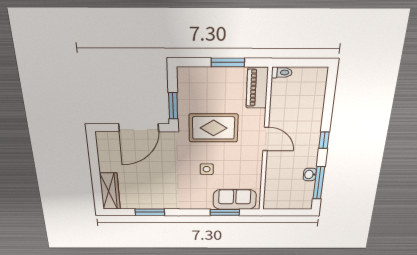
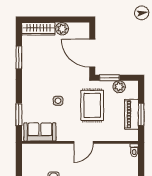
piano: (257, 88) -> (131, 114), moved, turned -90
plant: (186, 93) -> (119, 87), added
plant: (107, 164) -> (62, 29), added
sofa: (235, 199) -> (40, 132), moved, turned -90

